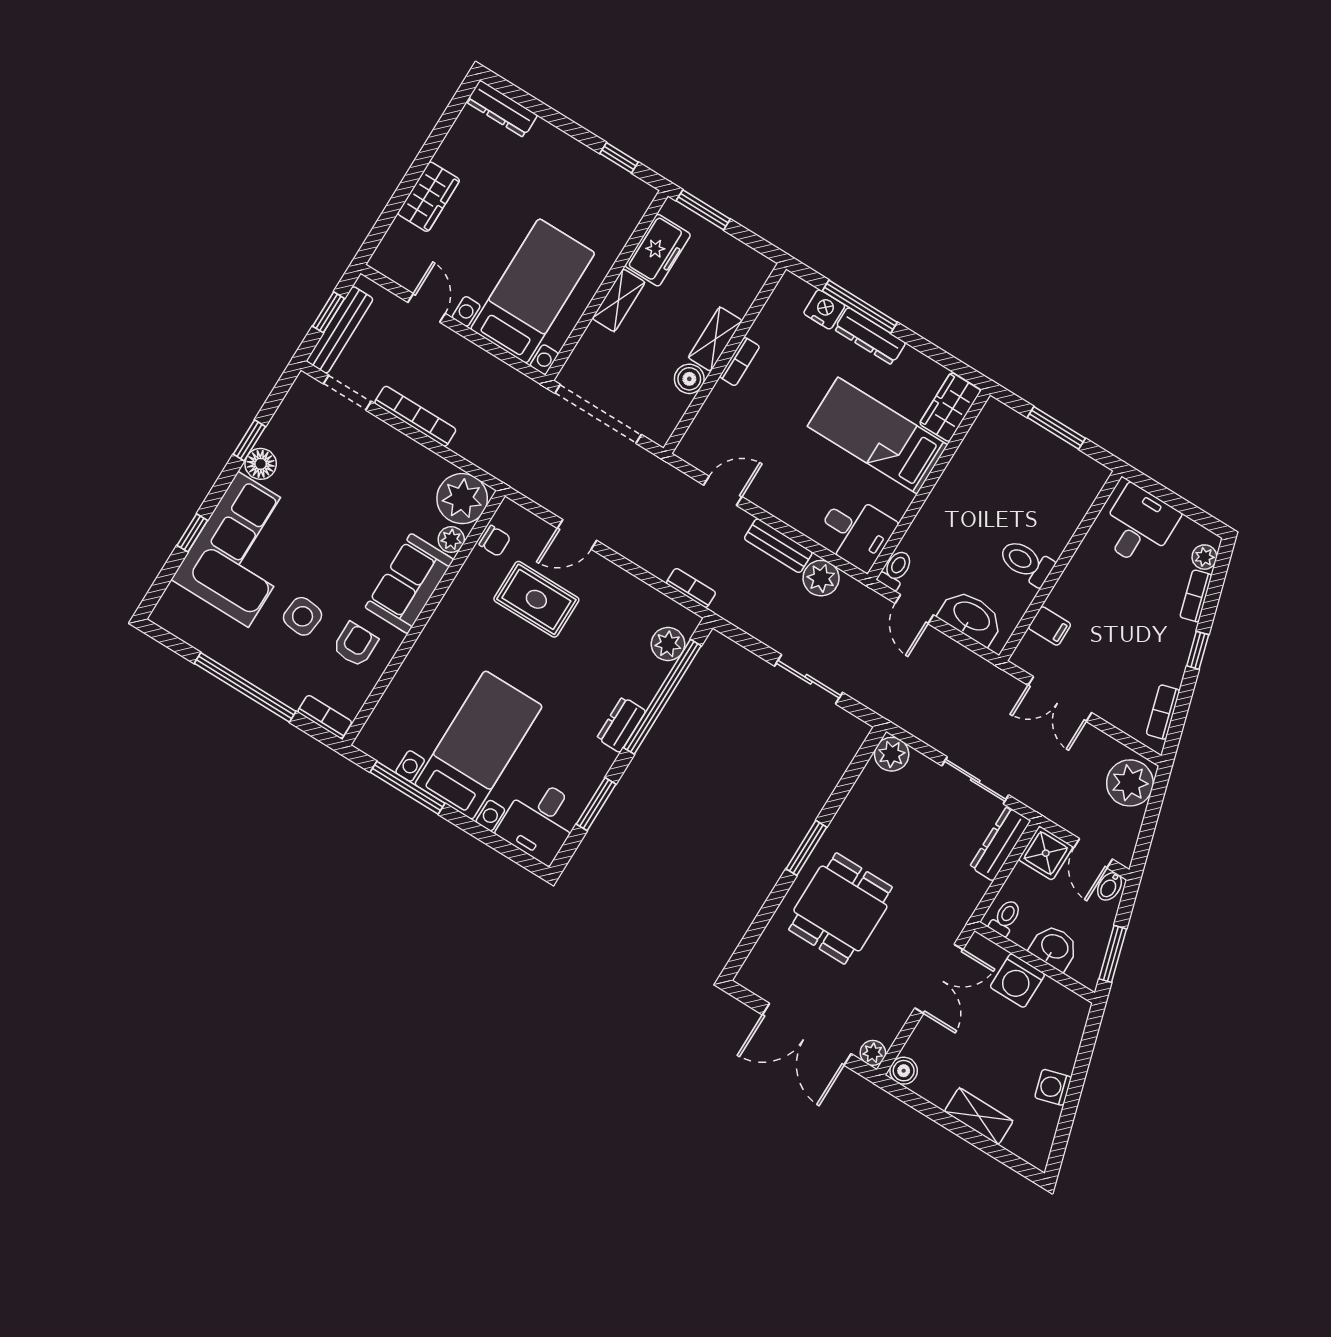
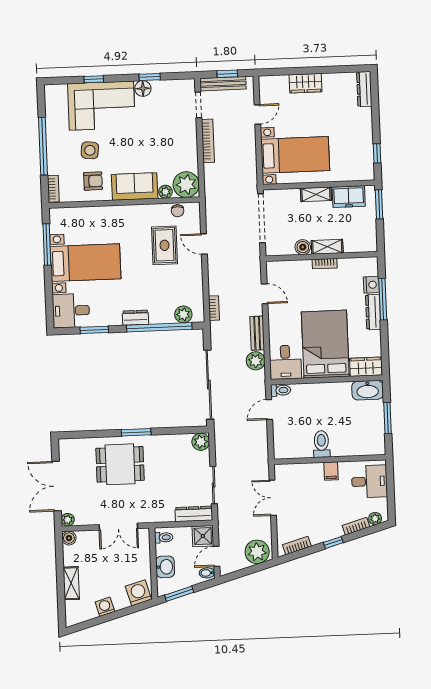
bed: (878, 436) -> (325, 344), width x1.50
washbasin: (971, 617) -> (368, 390), moved, turned 90
filing cabinet: (1050, 626) -> (331, 471), moved
sliding door: (809, 679) -> (209, 385), width x1.86
washing machine: (1017, 981) -> (138, 593), moved, turned 74

